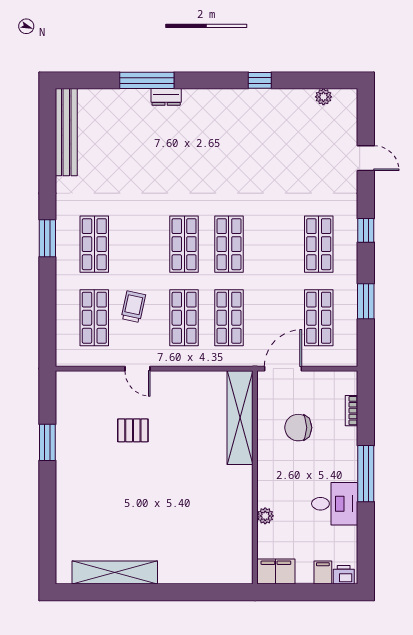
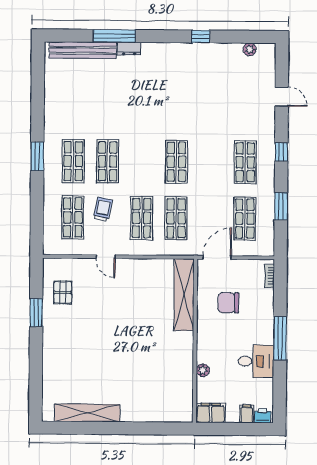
bench: (66, 132) -> (83, 50), moved, turned 90
shop shelf: (184, 244) -> (108, 161), moved
bookcase: (352, 411) -> (270, 276), moved
pallet: (133, 430) -> (63, 292), moved, turned 90

